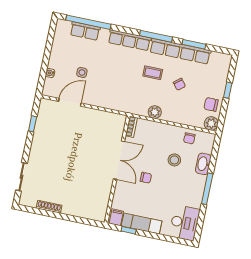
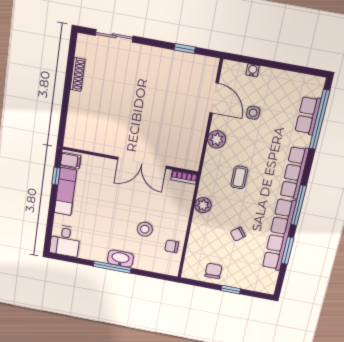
coffee table: (153, 73) -> (239, 177), moved
plant: (211, 123) -> (217, 139), moved
washbasin: (203, 164) -> (120, 259), moved
chair: (146, 178) -> (122, 196), removed
desk: (184, 223) -> (65, 241), width x0.73

